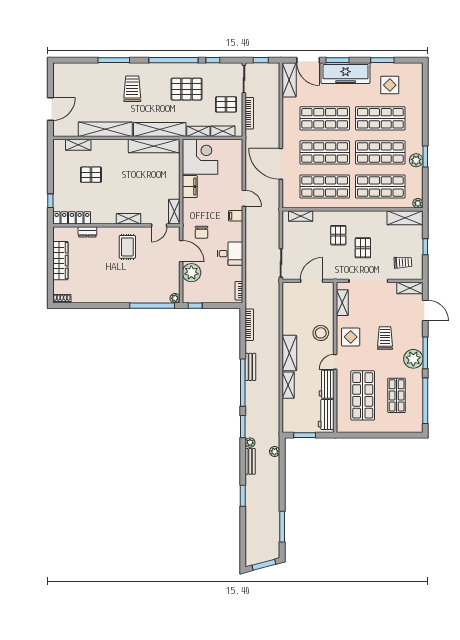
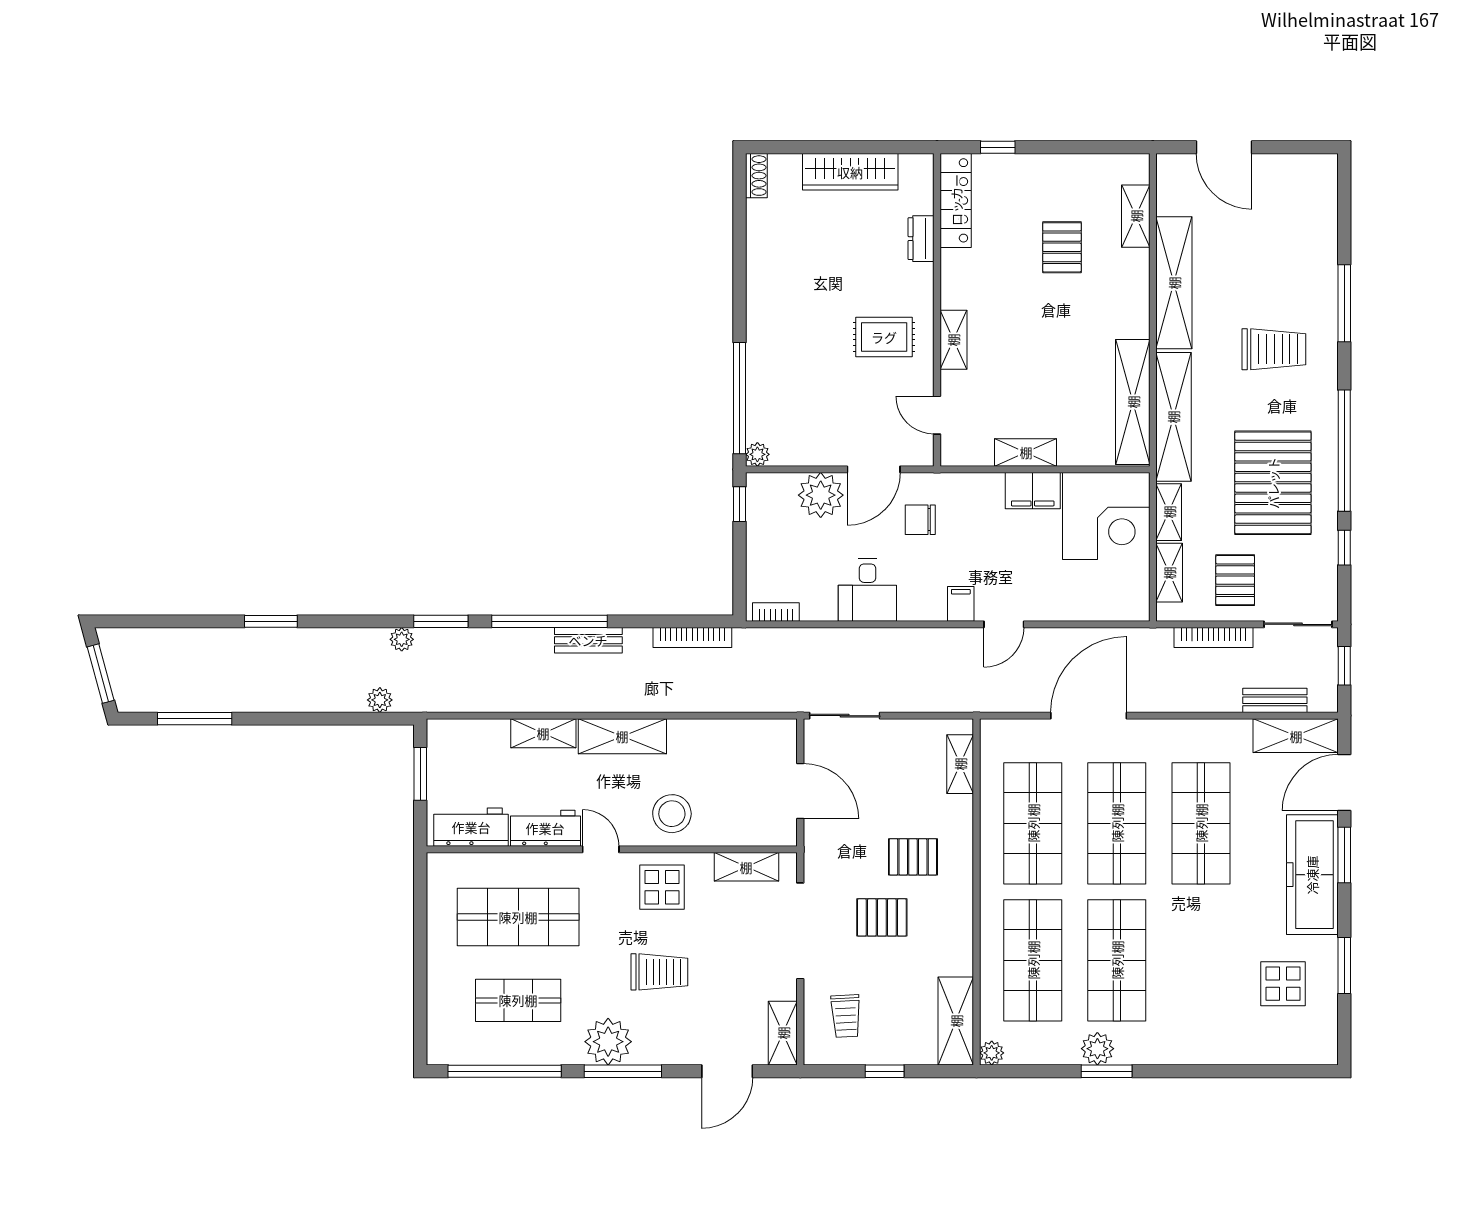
pallet: (187, 89) -> (1273, 483), width x1.37, depth x1.41
shop shelf: (380, 118) -> (1201, 960), removed
shelving: (174, 212) -> (1026, 452), moved
bench: (250, 461) -> (1275, 700), moved

